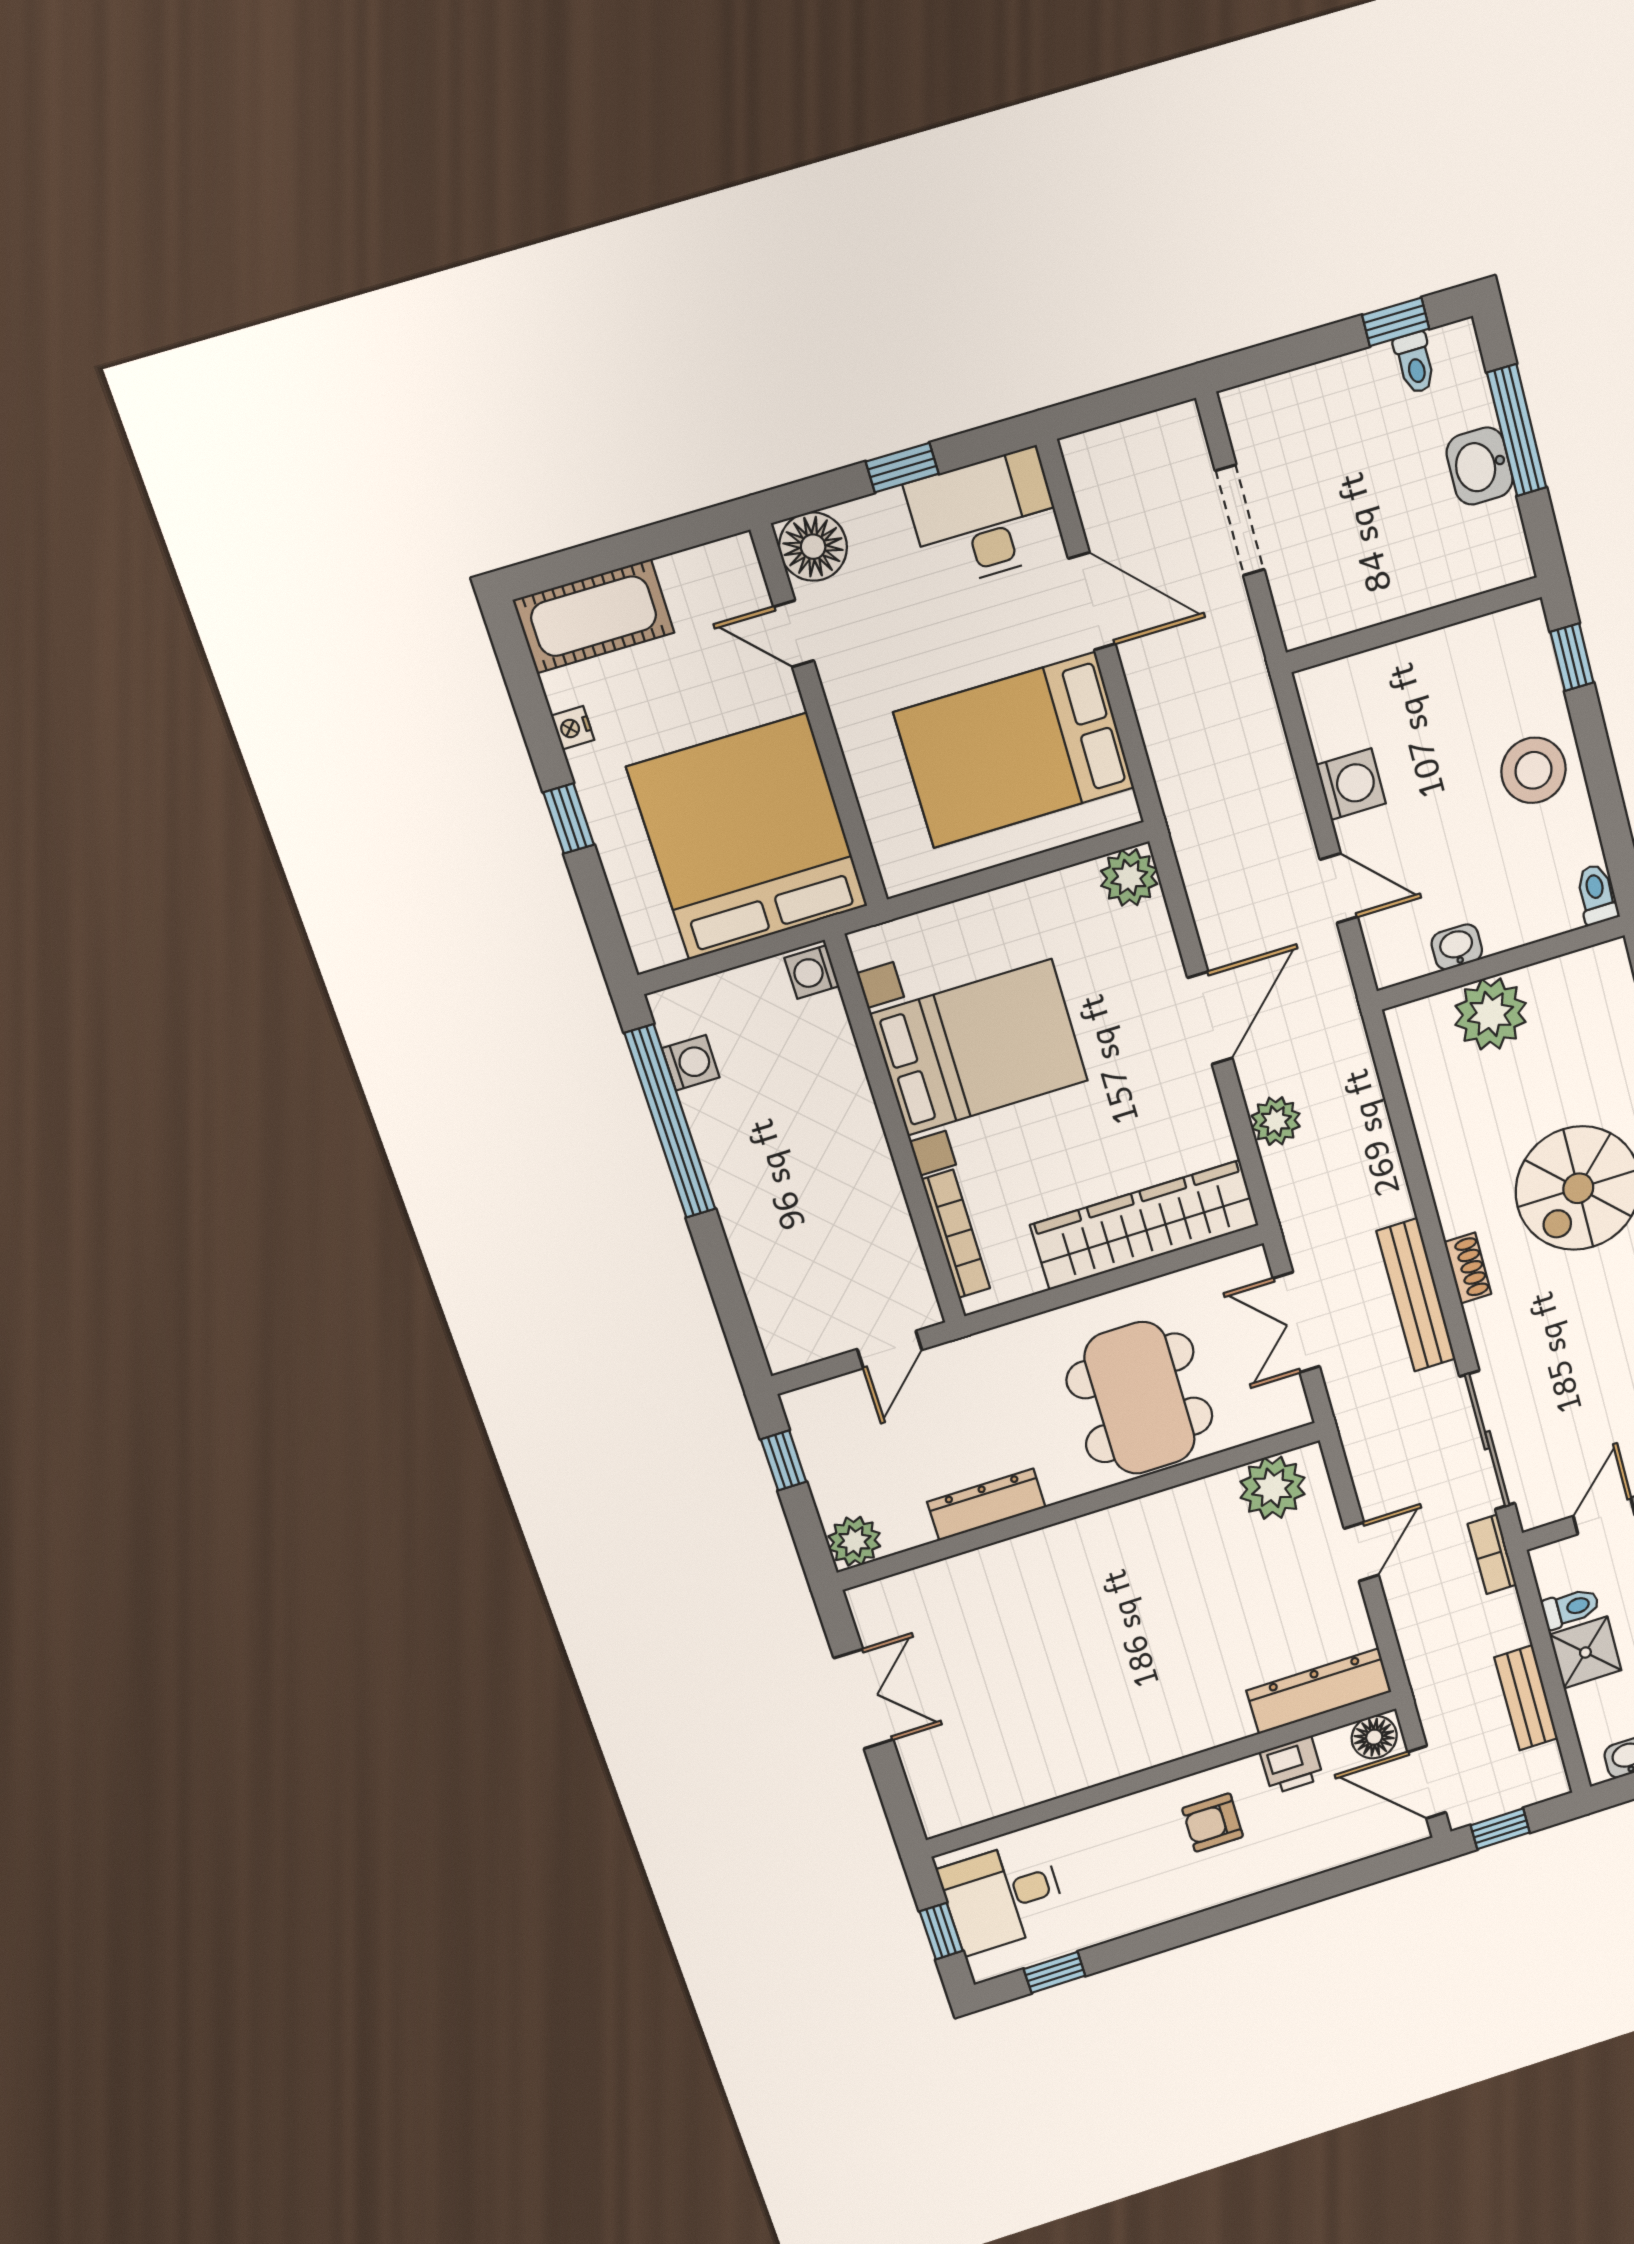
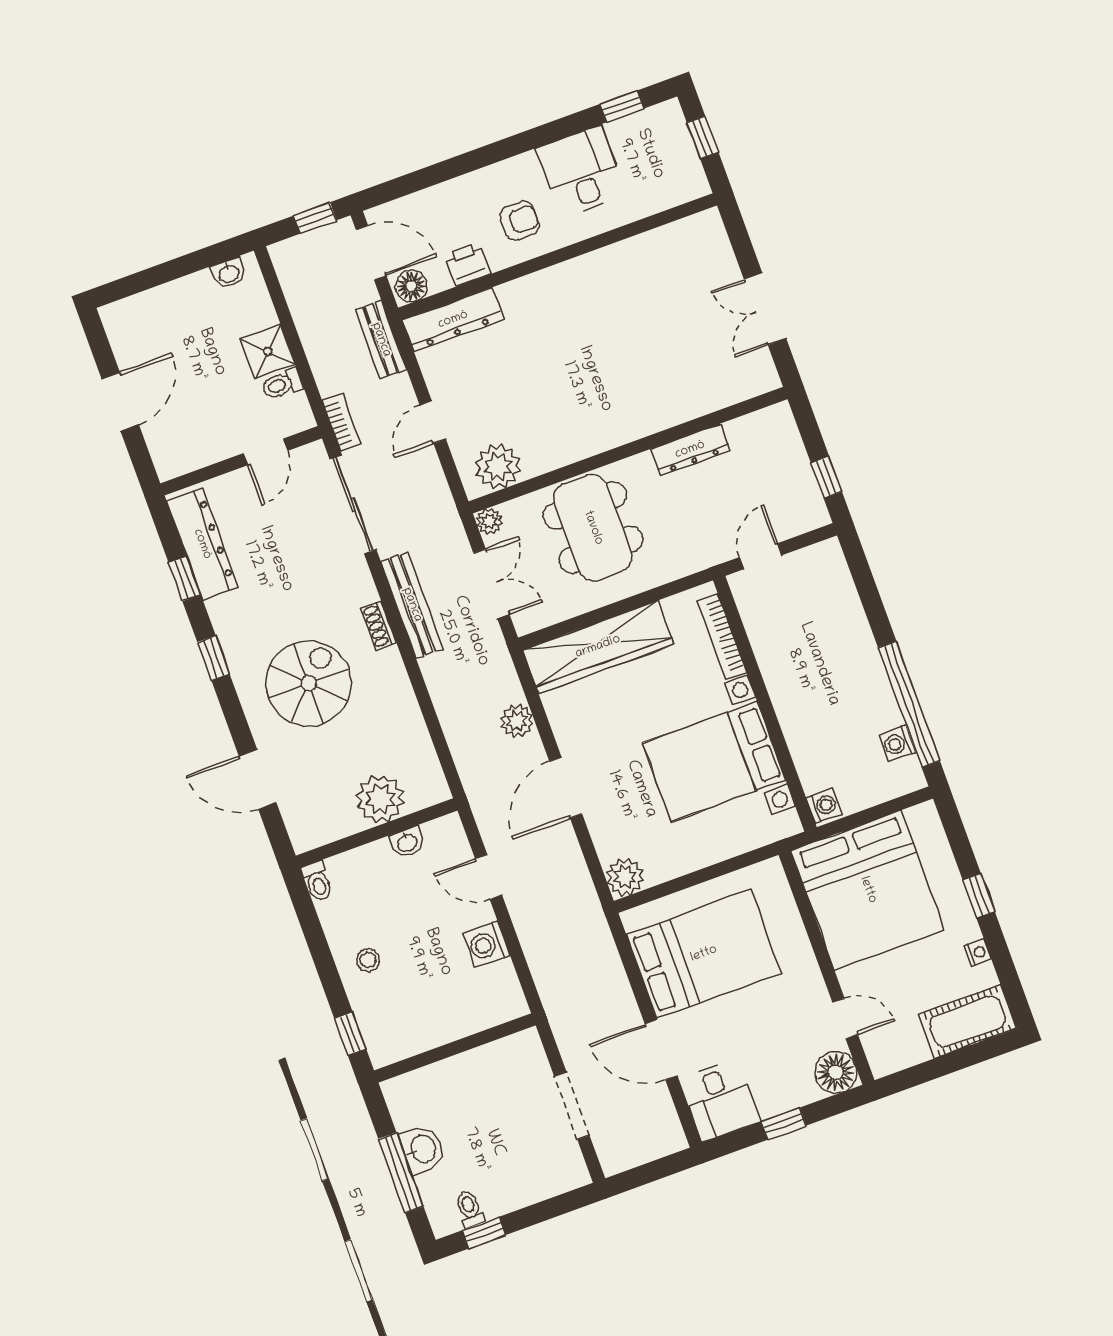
desk: (985, 518) -> (720, 1100), width x0.73
stool: (1534, 770) -> (368, 960), width x0.53, depth x0.53
plant: (854, 1541) -> (489, 521), moved, width x0.73, depth x0.73
bench: (1526, 1698) -> (381, 340), moved
desk: (1003, 1897) -> (581, 172), moved, turned -90

